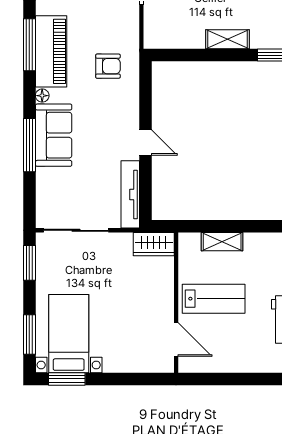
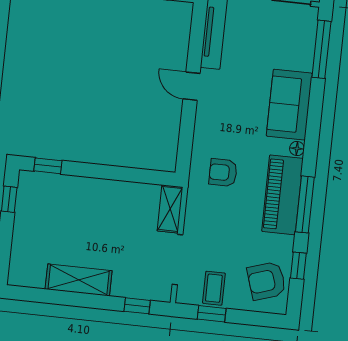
shelving: (227, 39) -> (170, 209), moved, turned 90
window: (29, 145) -> (321, 49), moved

